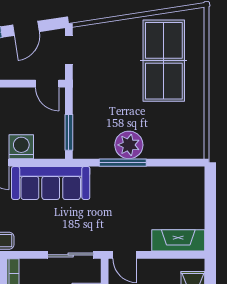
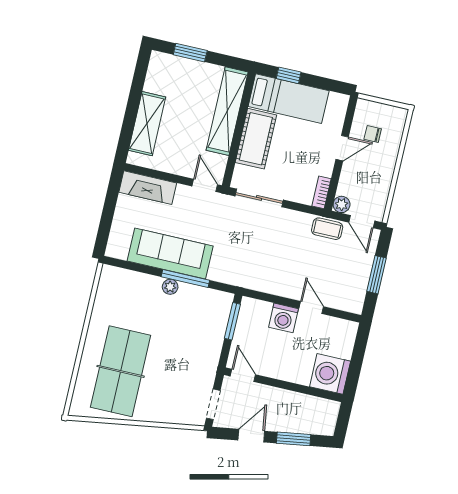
plant: (129, 145) -> (170, 287), width x0.53, depth x0.53
sofa: (51, 183) -> (170, 253), moved

